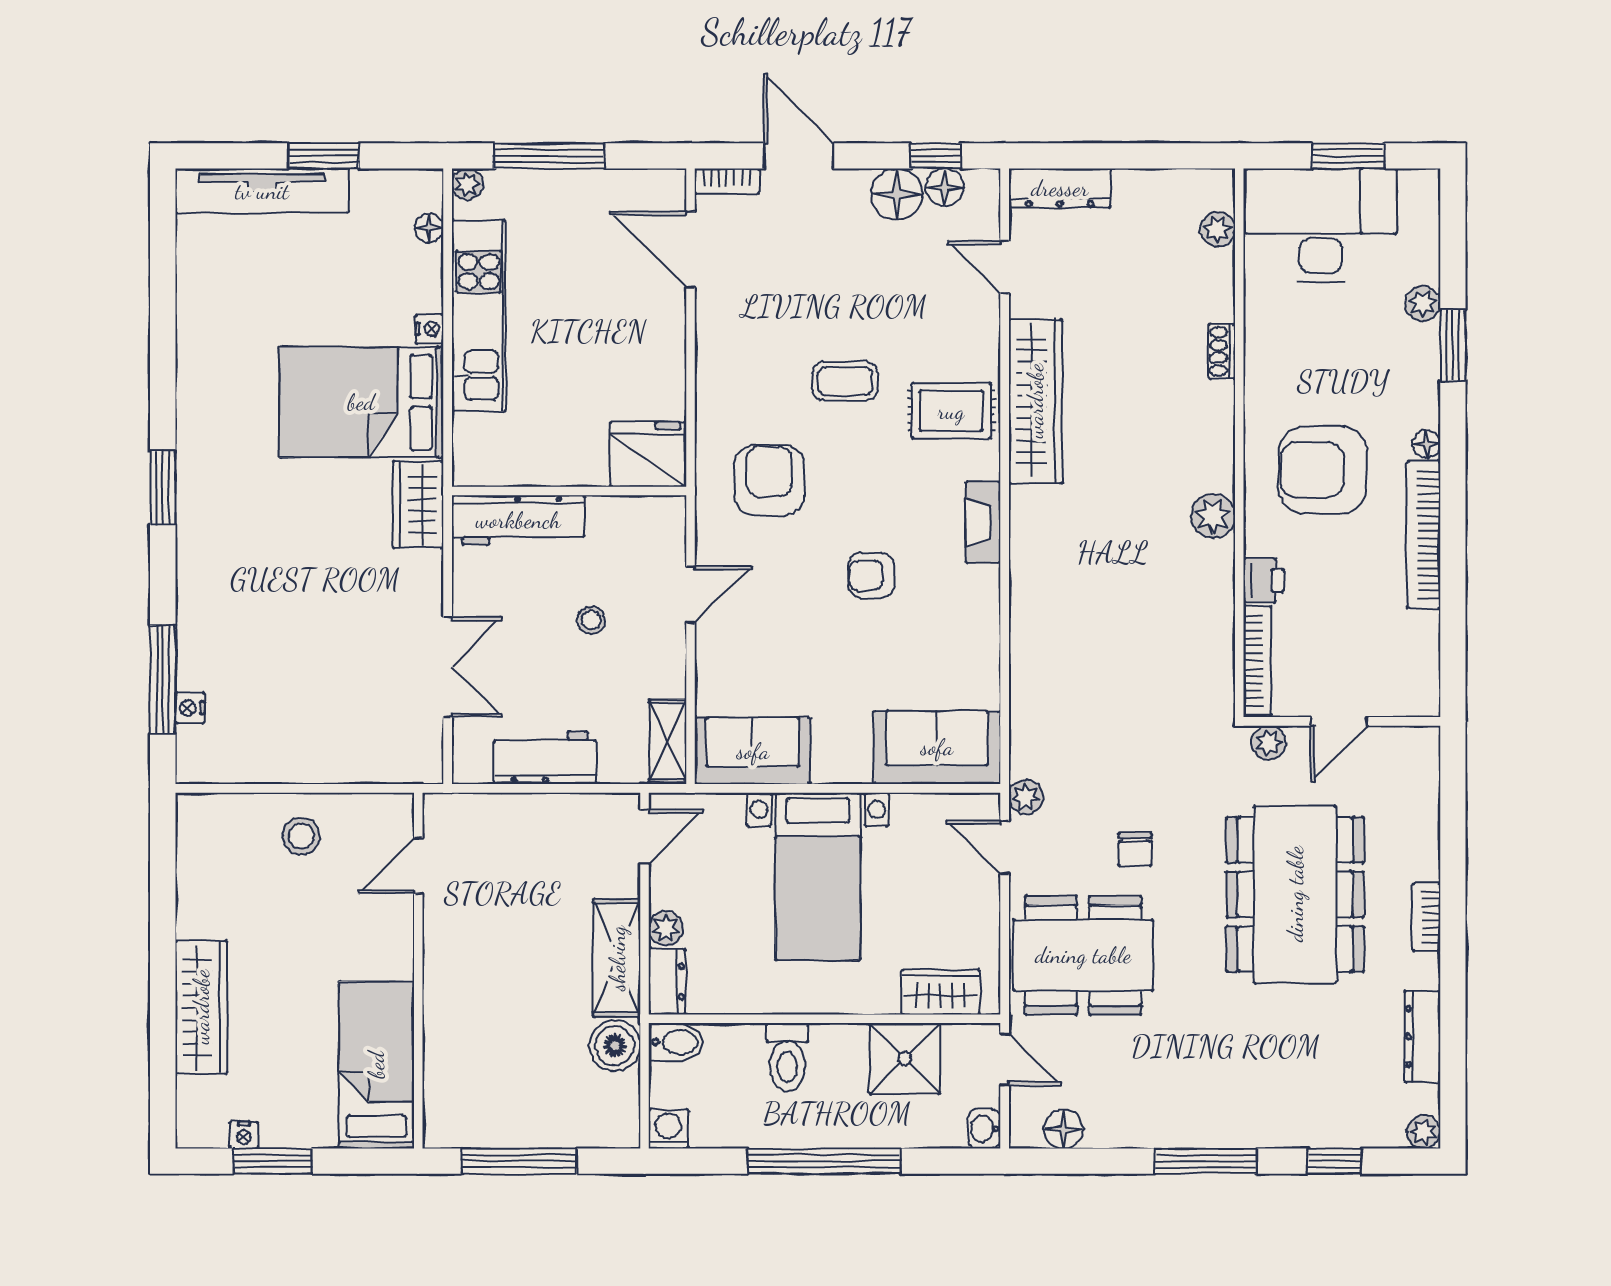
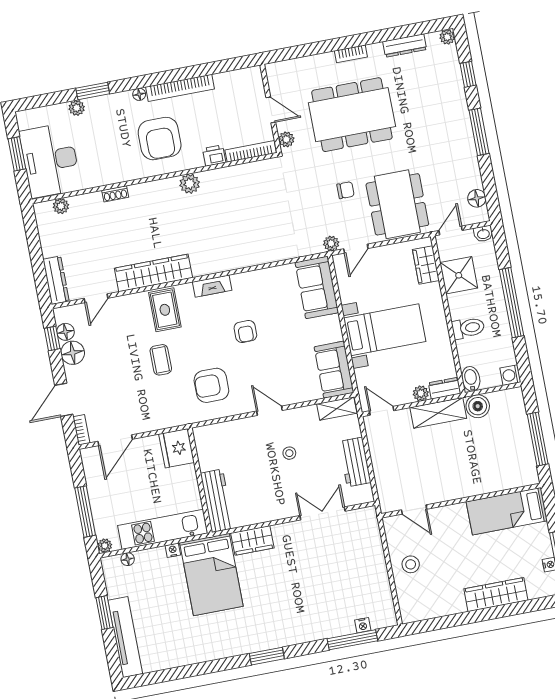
fridge: (648, 454) -> (177, 448), moved
wall: (569, 491) -> (200, 480), moved
workbench: (518, 520) -> (217, 501), moved

